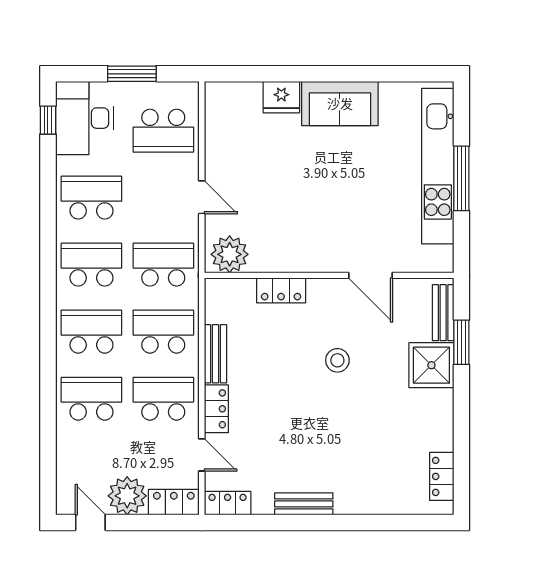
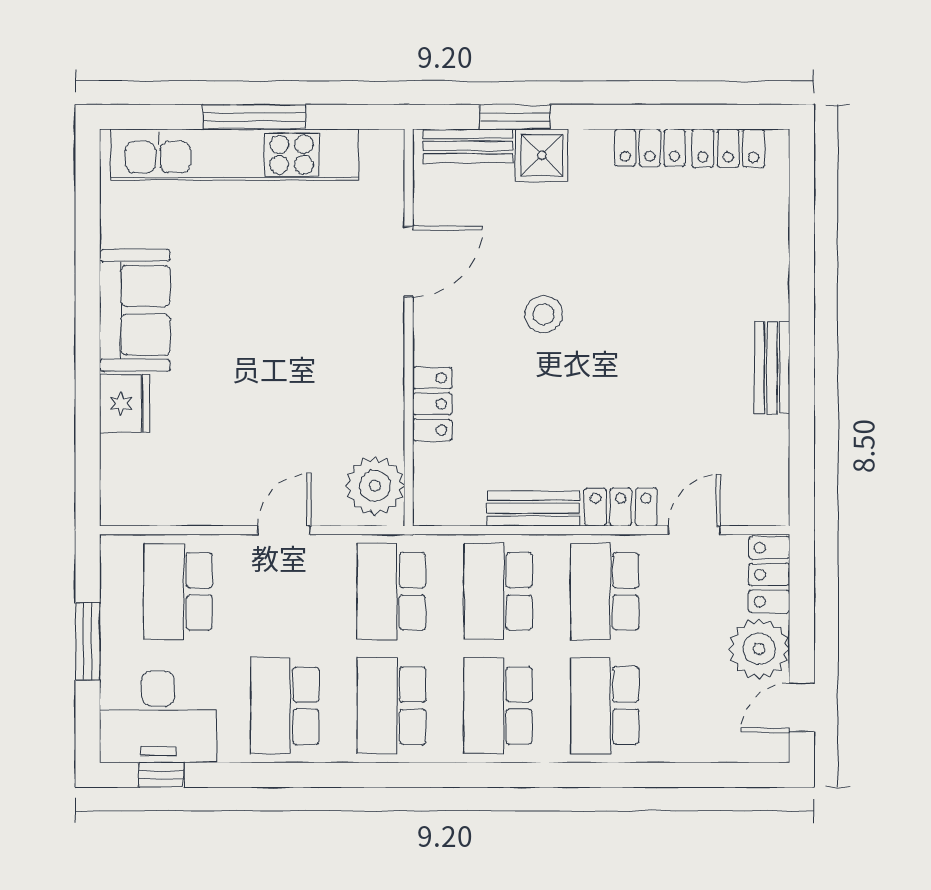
school desk: (163, 131) -> (178, 591), turned 180
shower: (431, 365) -> (542, 155), width x0.73, depth x0.73
locker: (228, 503) -> (650, 148), moved, turned -90

